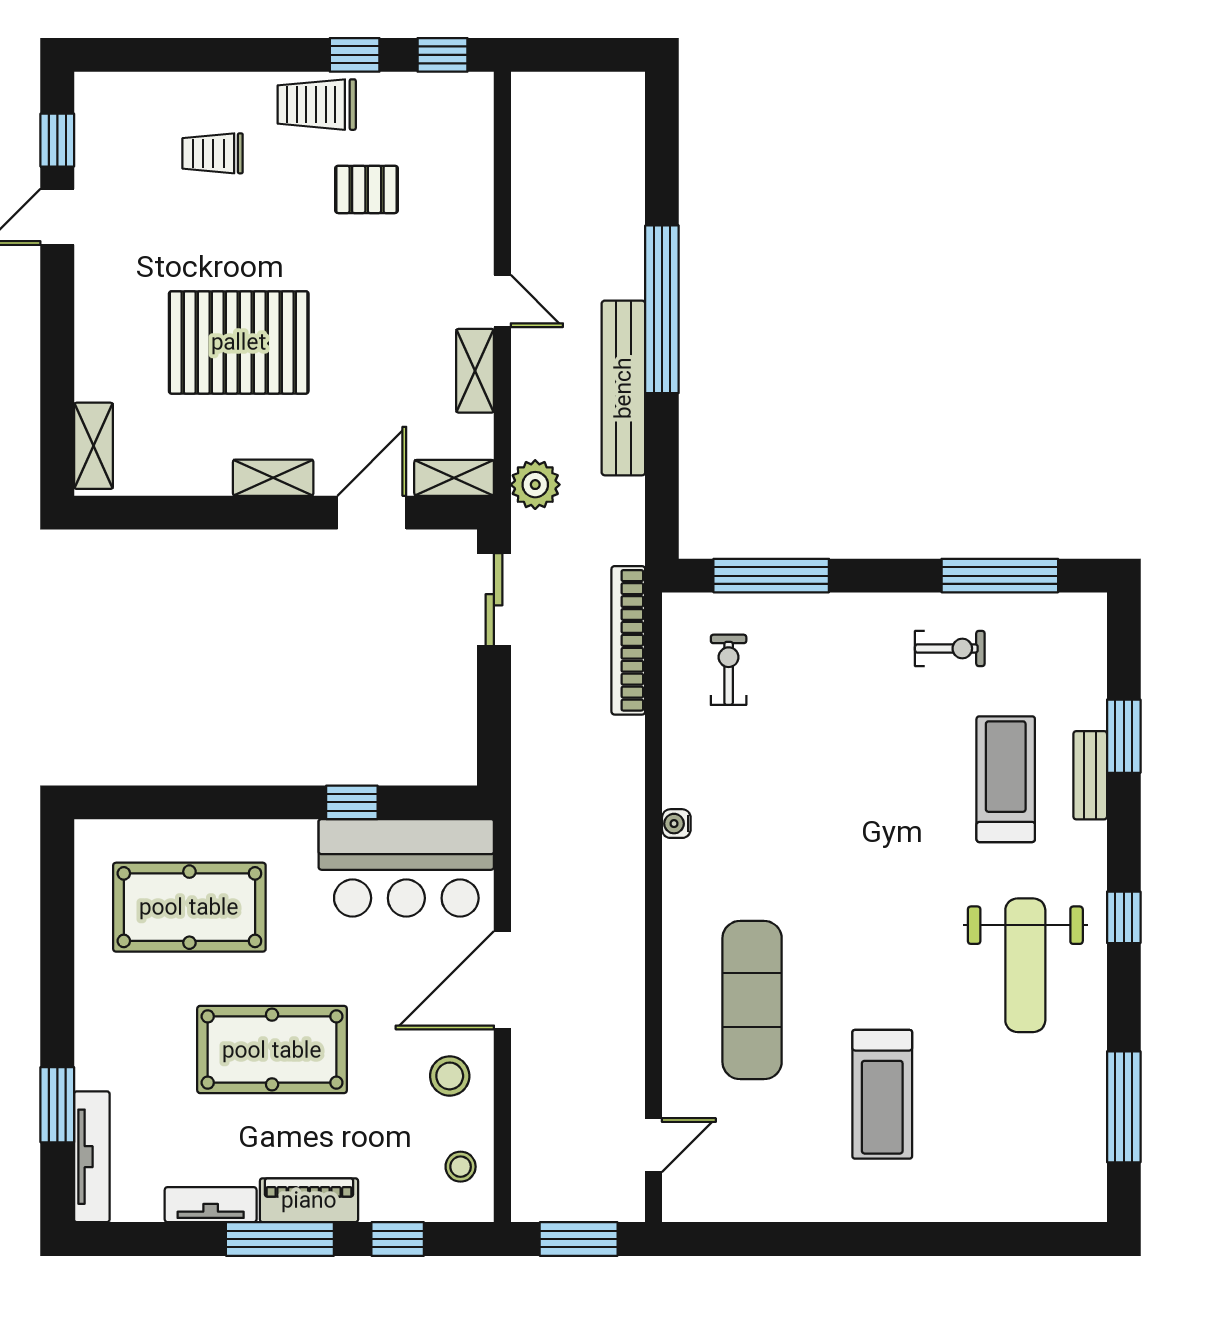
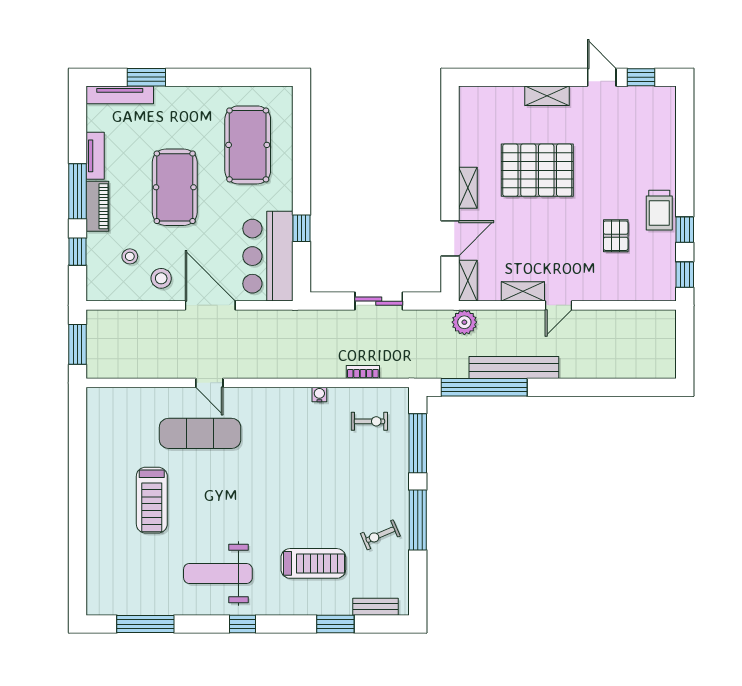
trolley: (317, 105) -> (659, 210), turned 180
trolley: (213, 153) -> (634, 157), removed
window: (662, 309) -> (484, 387), moved
pallet: (239, 342) -> (537, 170), turned 90
shelving: (94, 446) -> (547, 96), moved
door: (372, 513) -> (450, 238), hinge flipped
window: (1000, 576) -> (418, 520), moved
sliding door: (494, 600) -> (379, 301), moved
bookcase: (628, 640) -> (363, 372), width x0.43, depth x0.76
exercise bike: (950, 648) -> (380, 535), turned 67
bench: (1090, 775) -> (376, 607), moved
water cooler: (676, 824) -> (319, 395), moved
treadmill: (882, 1094) -> (152, 500), turned -90
door: (654, 1145) -> (209, 383), moved
stool: (461, 1167) -> (130, 256), moved

